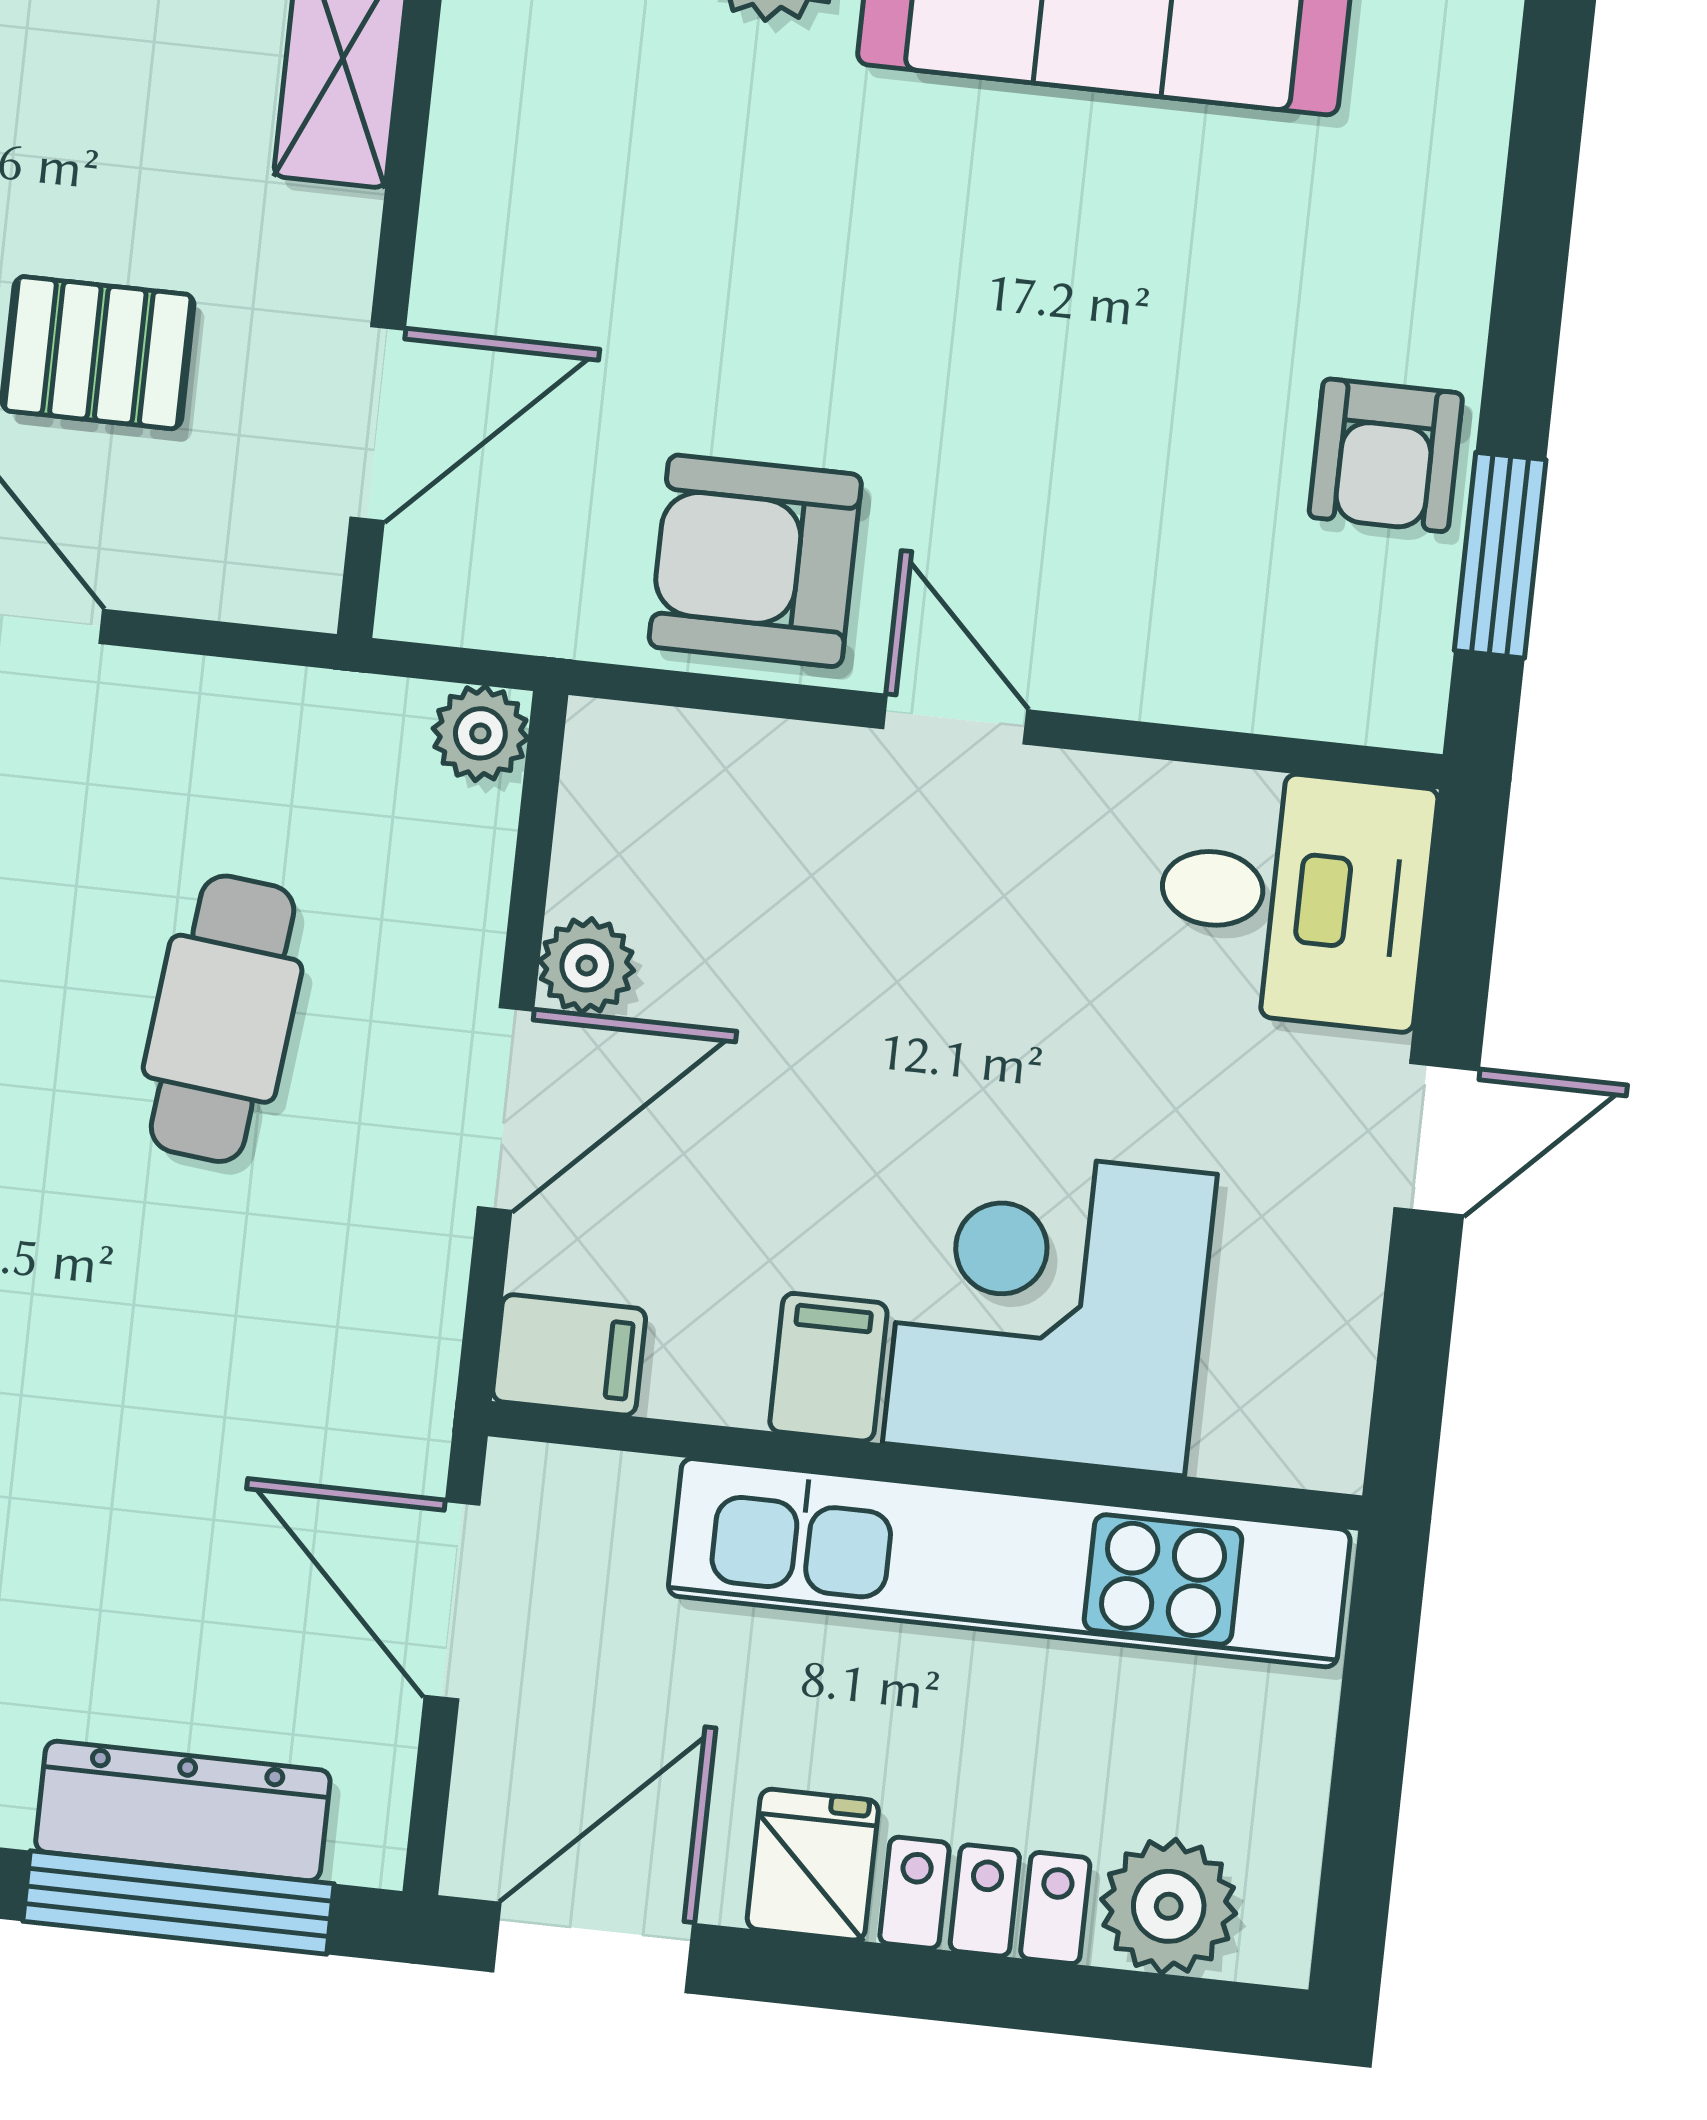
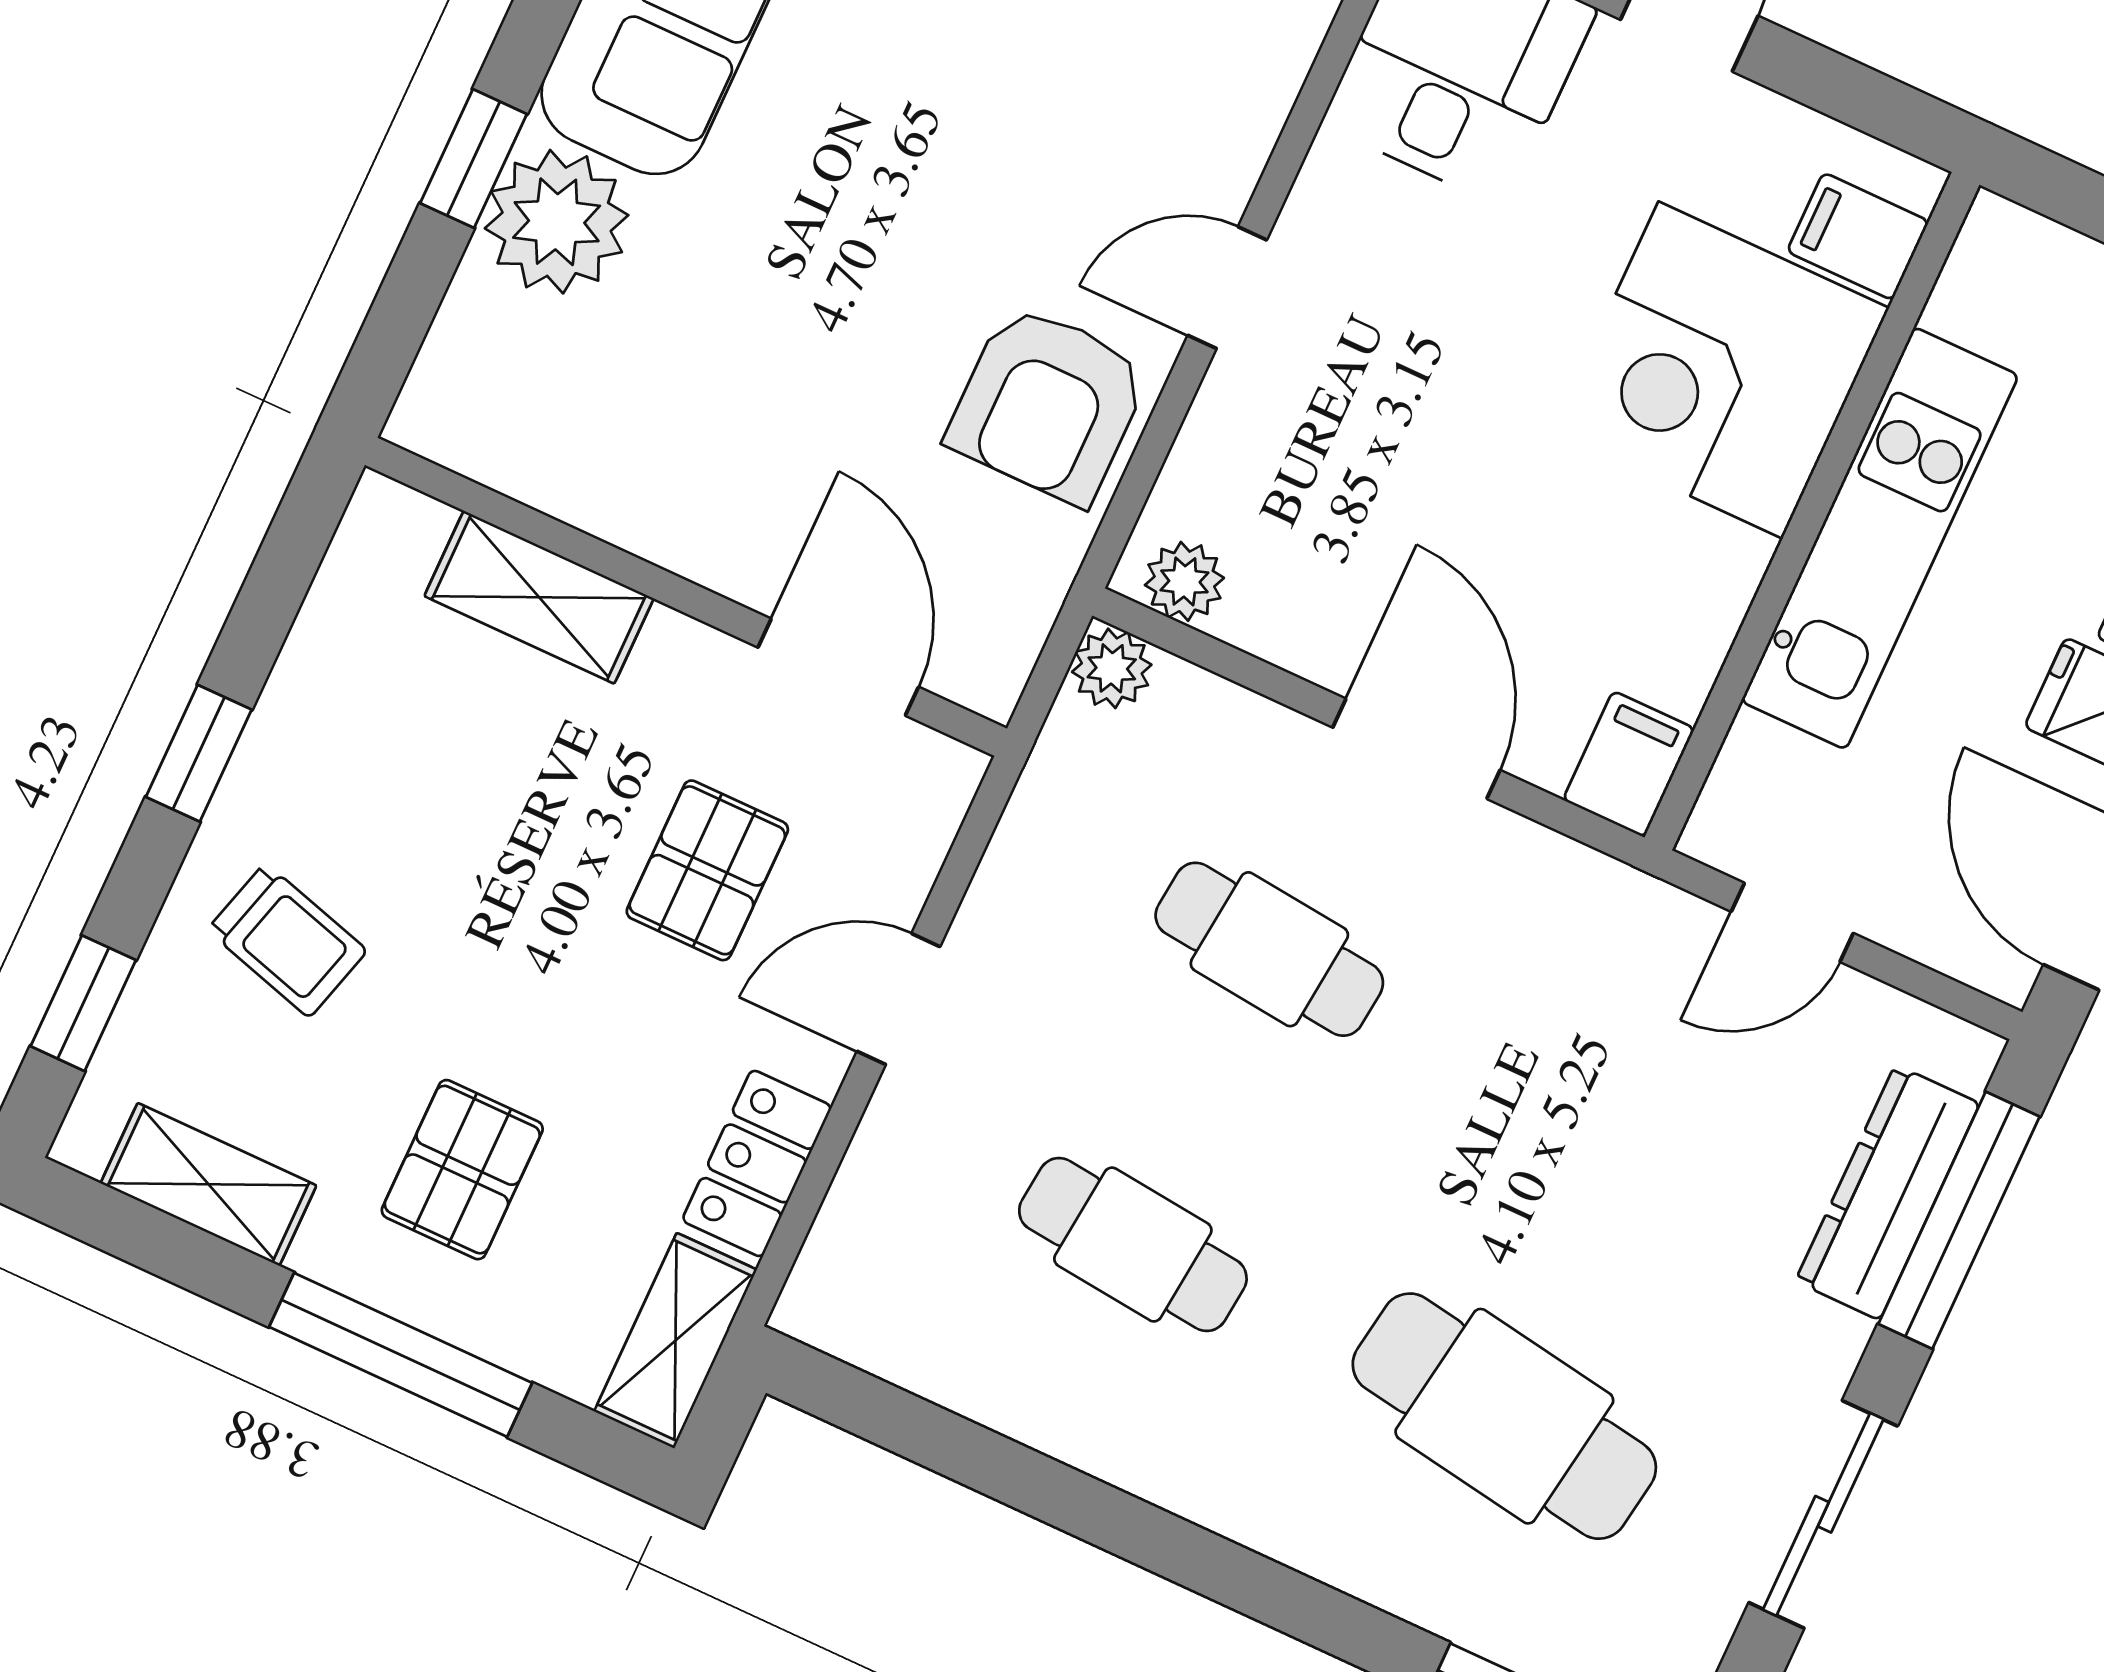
plant: (587, 966) -> (1184, 581), moved
filing cabinet: (828, 1367) -> (1858, 236), moved
kitchen unit: (1009, 1563) -> (1880, 538), width x0.73
door: (452, 1600) -> (1792, 922), width x0.73

